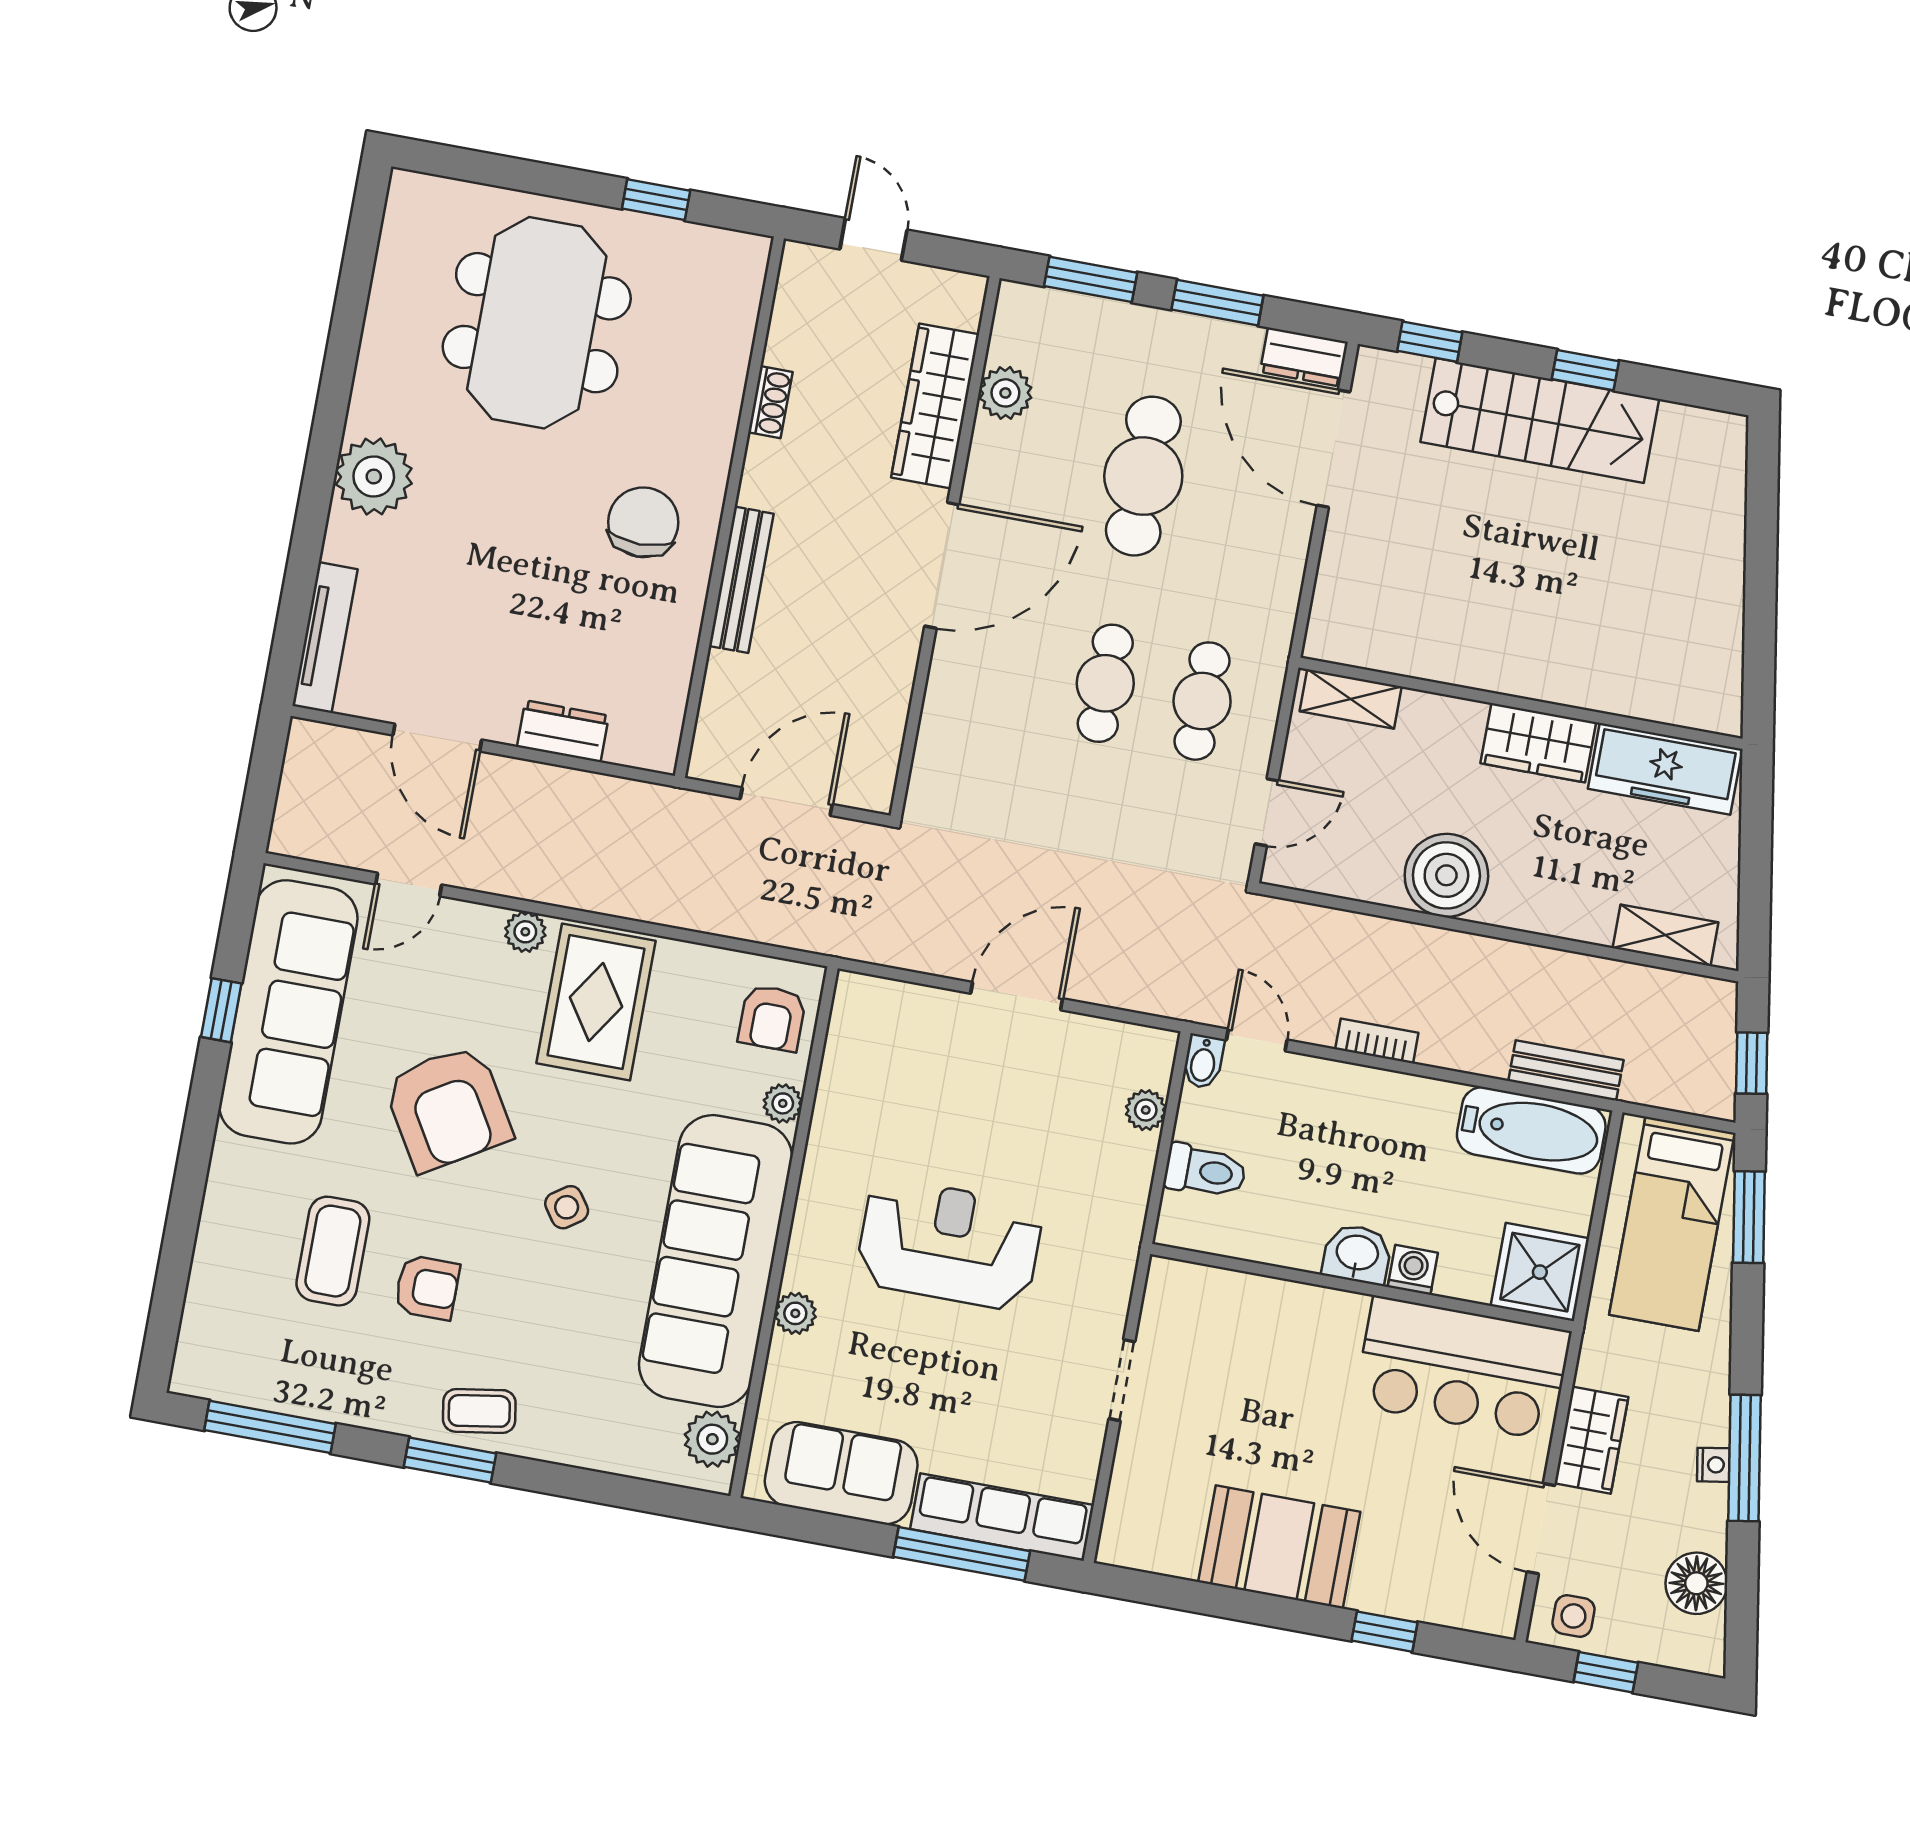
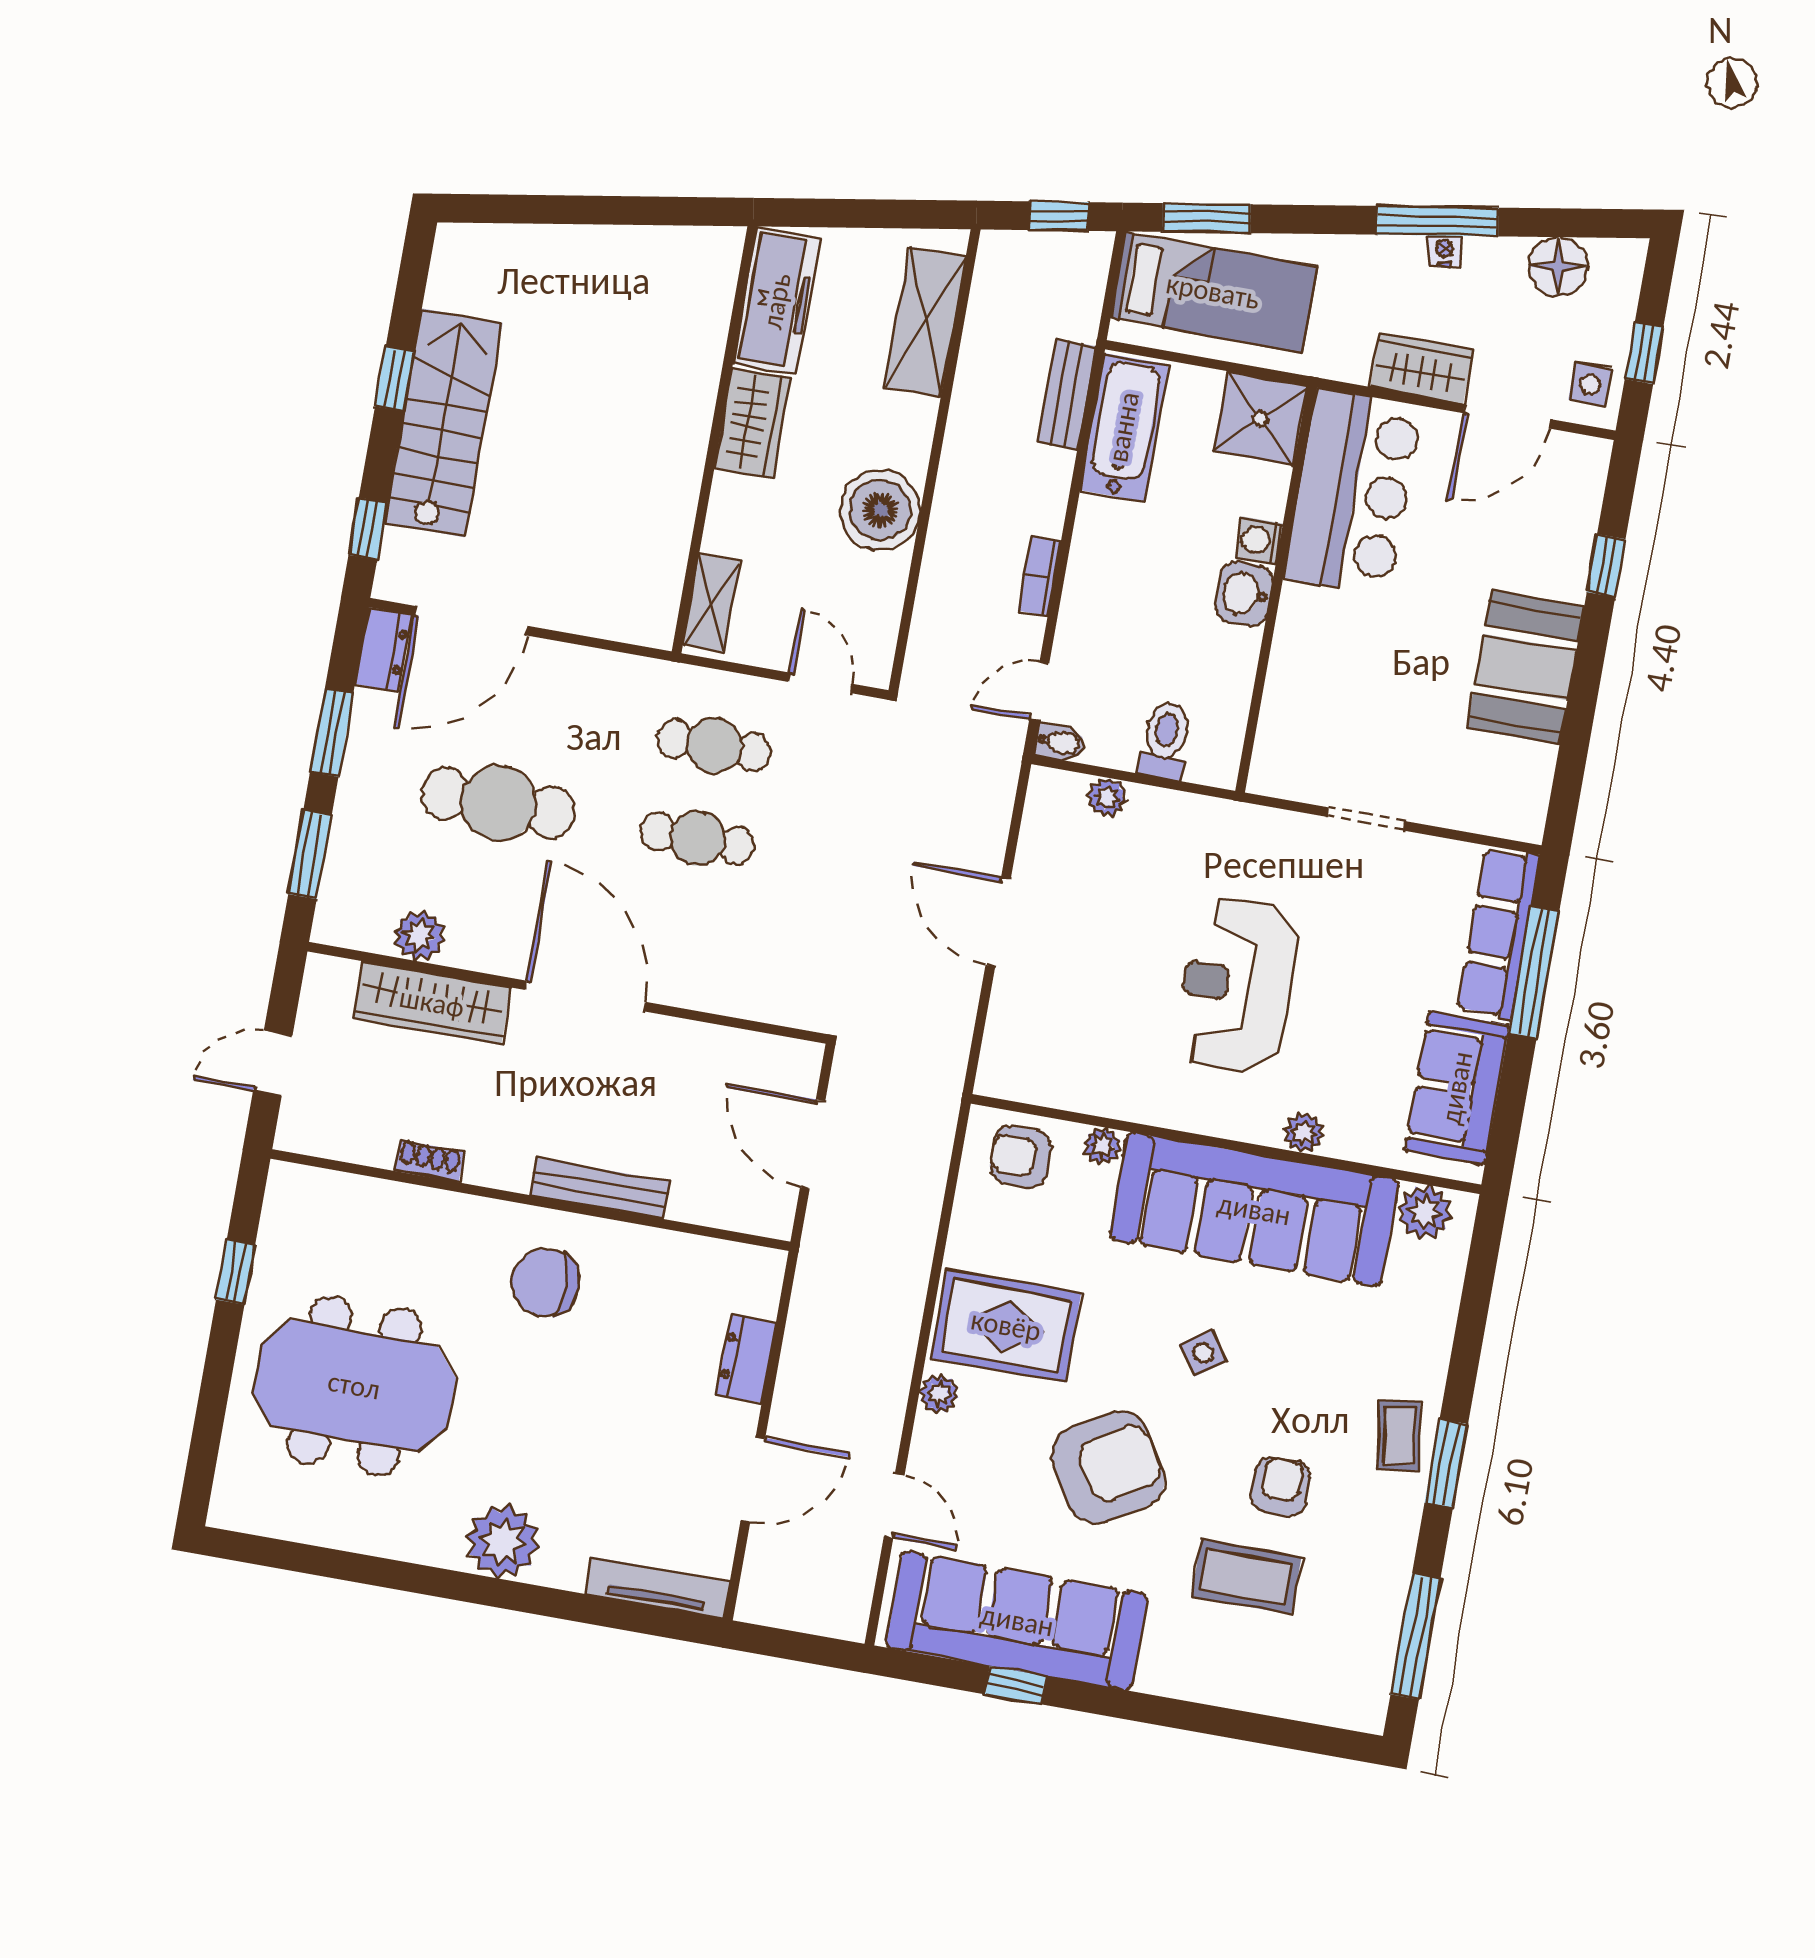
shelving: (1666, 935) -> (925, 322), width x1.50, depth x1.33
armchair: (772, 1018) -> (1020, 1157), turned 180

